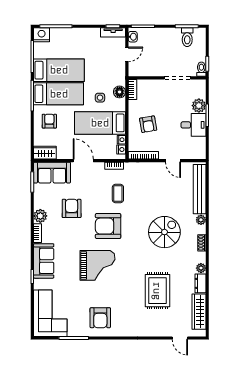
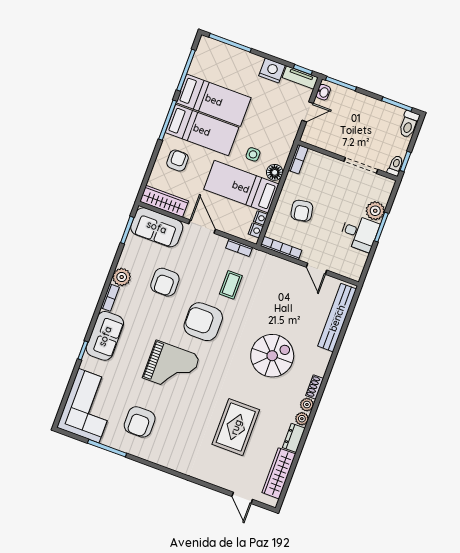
nightstand: (42, 35) -> (272, 71), moved
toilet: (187, 37) -> (409, 124), moved
floor lamp: (120, 92) -> (275, 172), moved
wardrobe: (45, 153) -> (164, 201), width x1.50
armchair: (72, 208) -> (165, 282), turned 180
plant: (201, 220) -> (307, 405), moved
armchair: (100, 318) -> (140, 422), moved

